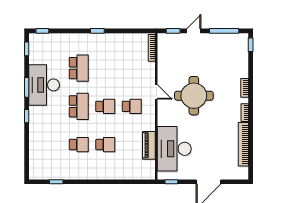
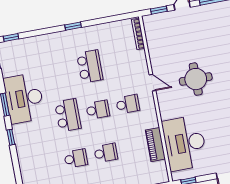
school desk: (79, 68) -> (90, 66), moved
round table: (194, 96) -> (196, 79), width x0.73, depth x0.73

